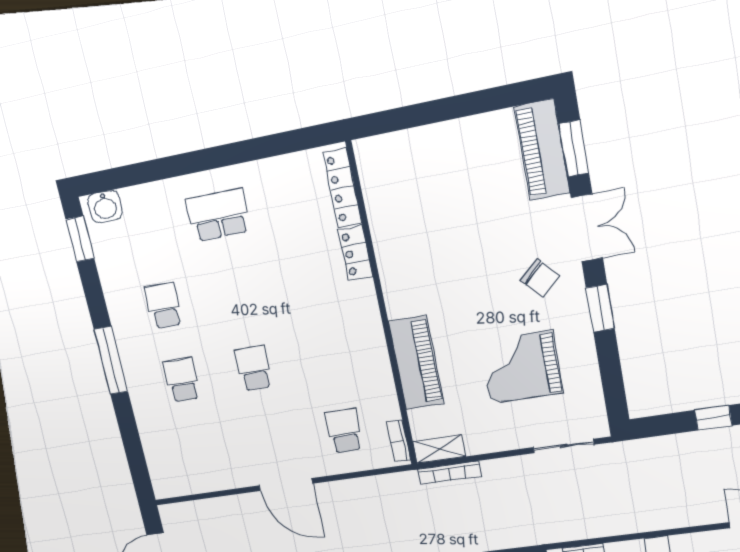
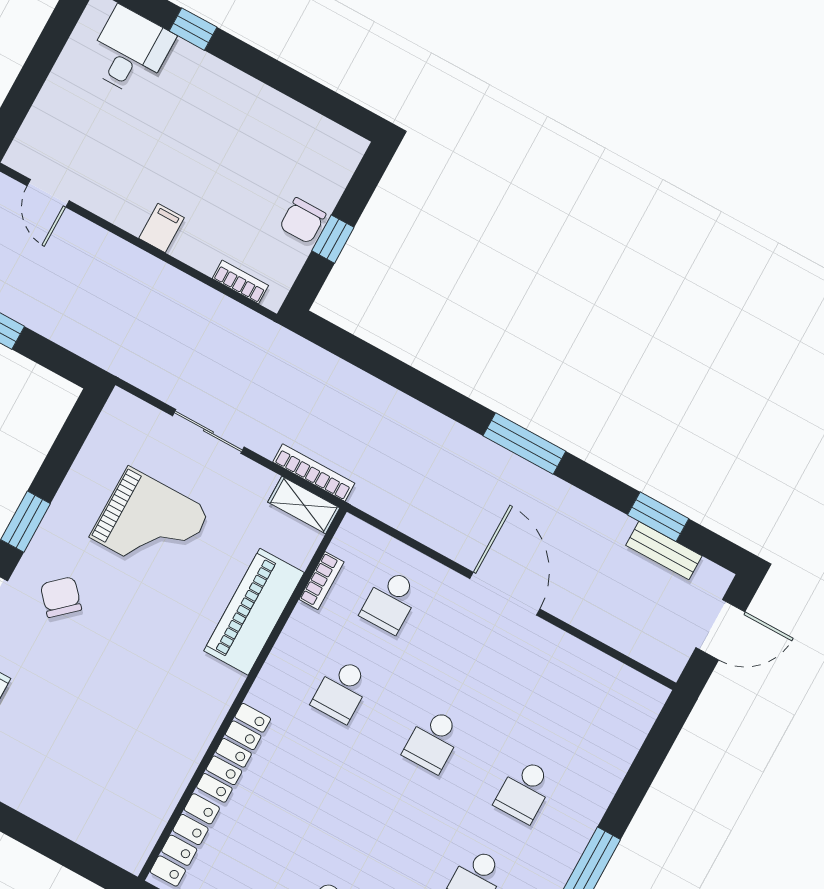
locker: (355, 253) -> (234, 753), width x1.53
school desk: (328, 356) -> (342, 691), added
bookcase: (399, 441) -> (321, 581), moved
sliding door: (563, 446) -> (208, 431), moved

